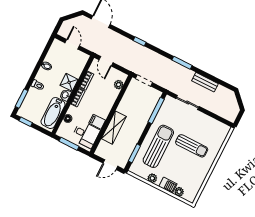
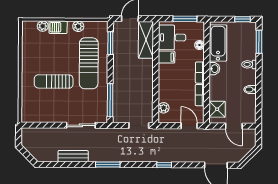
shower: (69, 82) -> (217, 109), moved
shelving: (114, 128) -> (146, 40), moved

